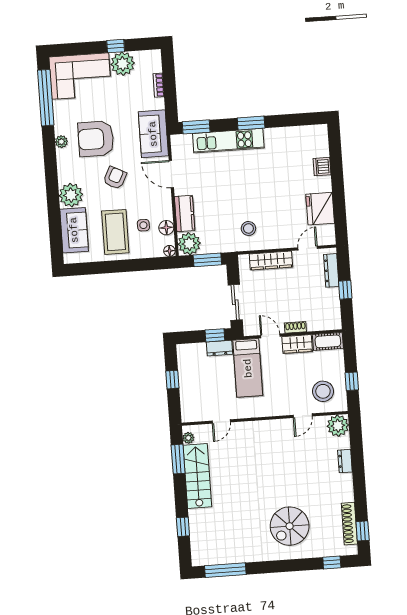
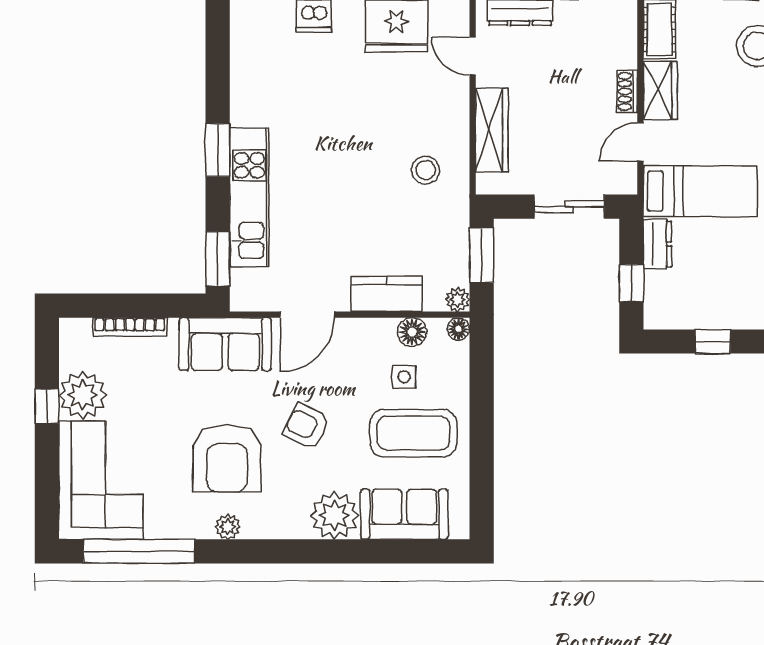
bookcase: (159, 85) -> (130, 327), width x1.56
plant: (189, 244) -> (458, 299), width x0.53, depth x0.53
window: (215, 335) -> (631, 283), moved

